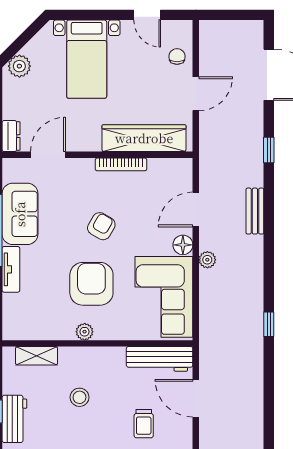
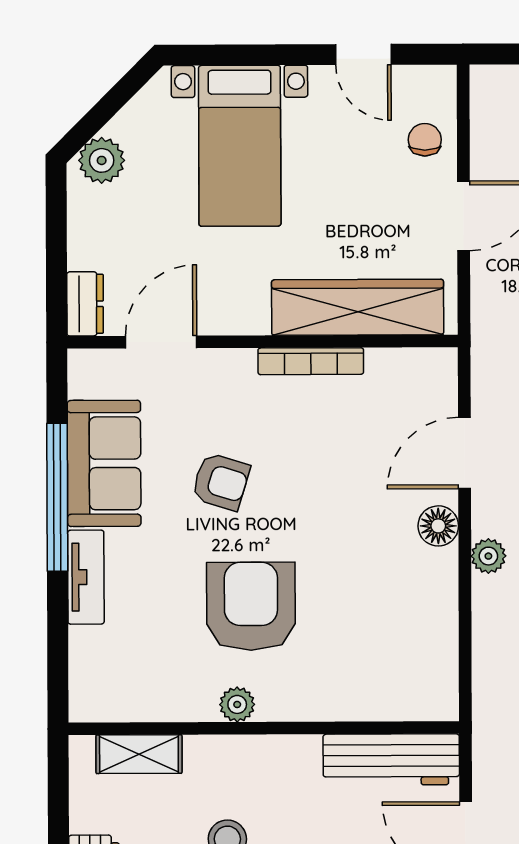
armchair: (101, 226) -> (221, 482), moved, turned 77
corner sofa: (164, 297) -> (400, 632), removed

